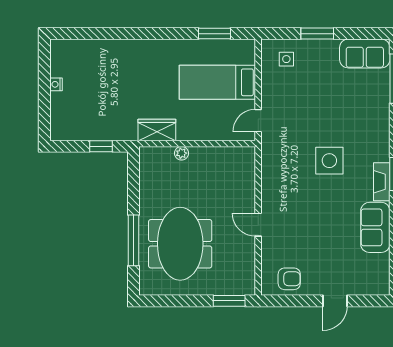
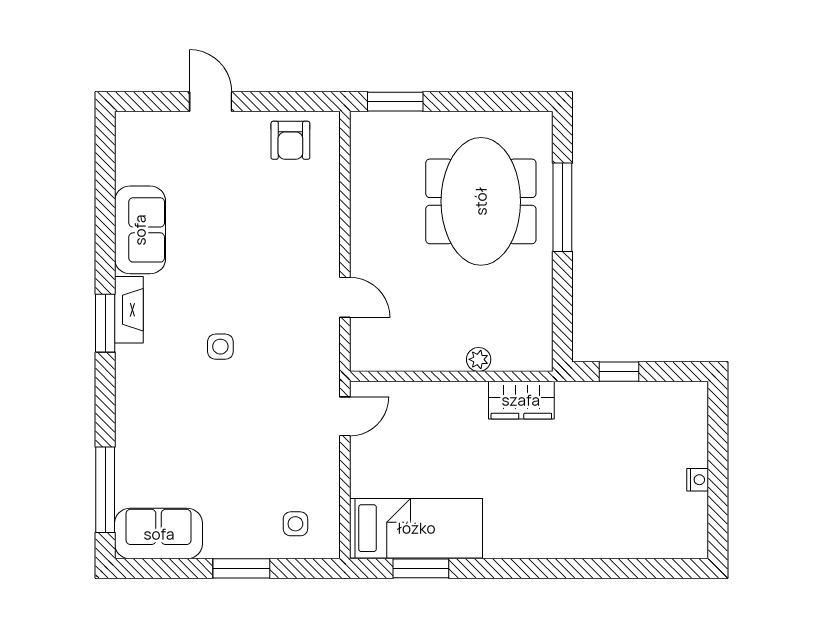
bed: (217, 82) -> (416, 528), moved
side table: (329, 161) -> (220, 347), width x0.54, depth x0.54
door: (258, 225) -> (345, 297), moved
armchair: (289, 279) -> (290, 140), turned -90
door: (335, 301) -> (211, 102), hinge flipped

